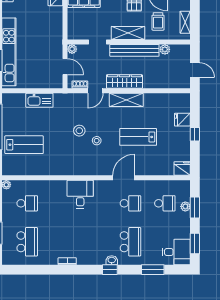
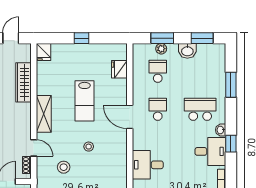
wardrobe: (124, 82) -> (23, 82), moved
fridge: (182, 120) -> (43, 52), moved
stool: (79, 131) -> (64, 167), moved
fridge: (182, 169) -> (119, 69), moved
washbasin: (183, 230) -> (187, 51), added
desk: (176, 252) -> (210, 151), moved, turned 90
window: (110, 270) -> (231, 144), moved

